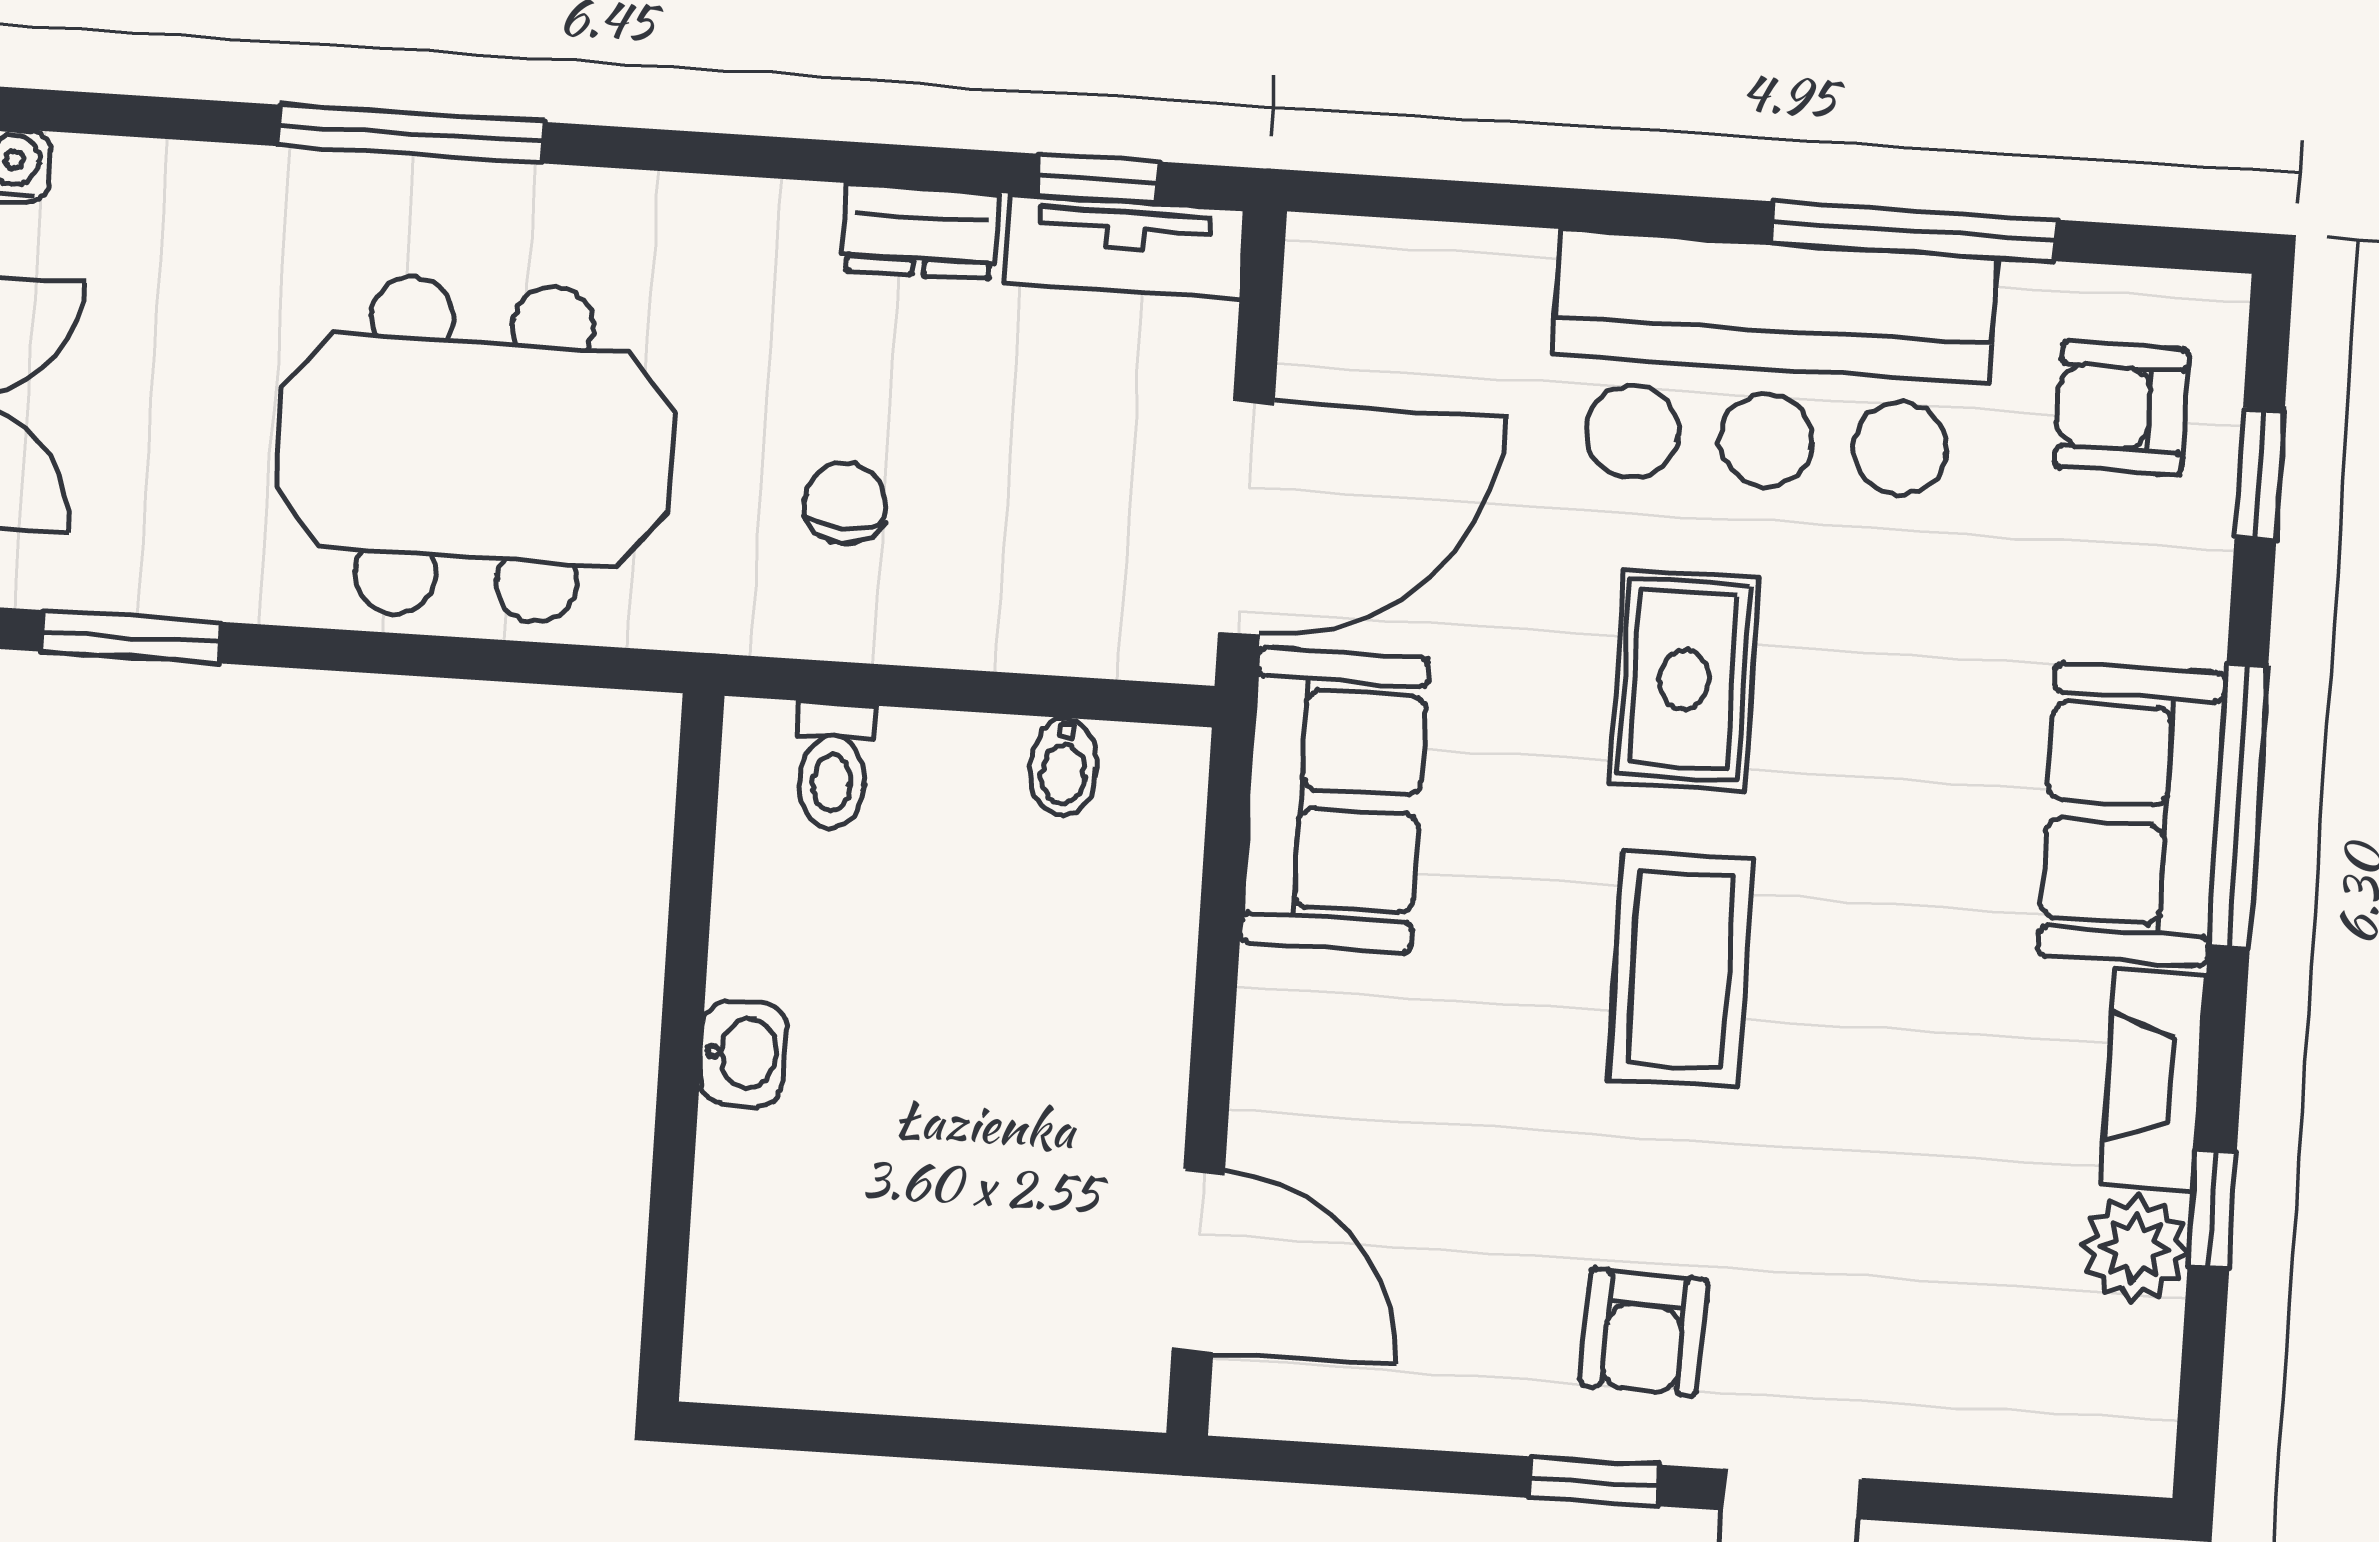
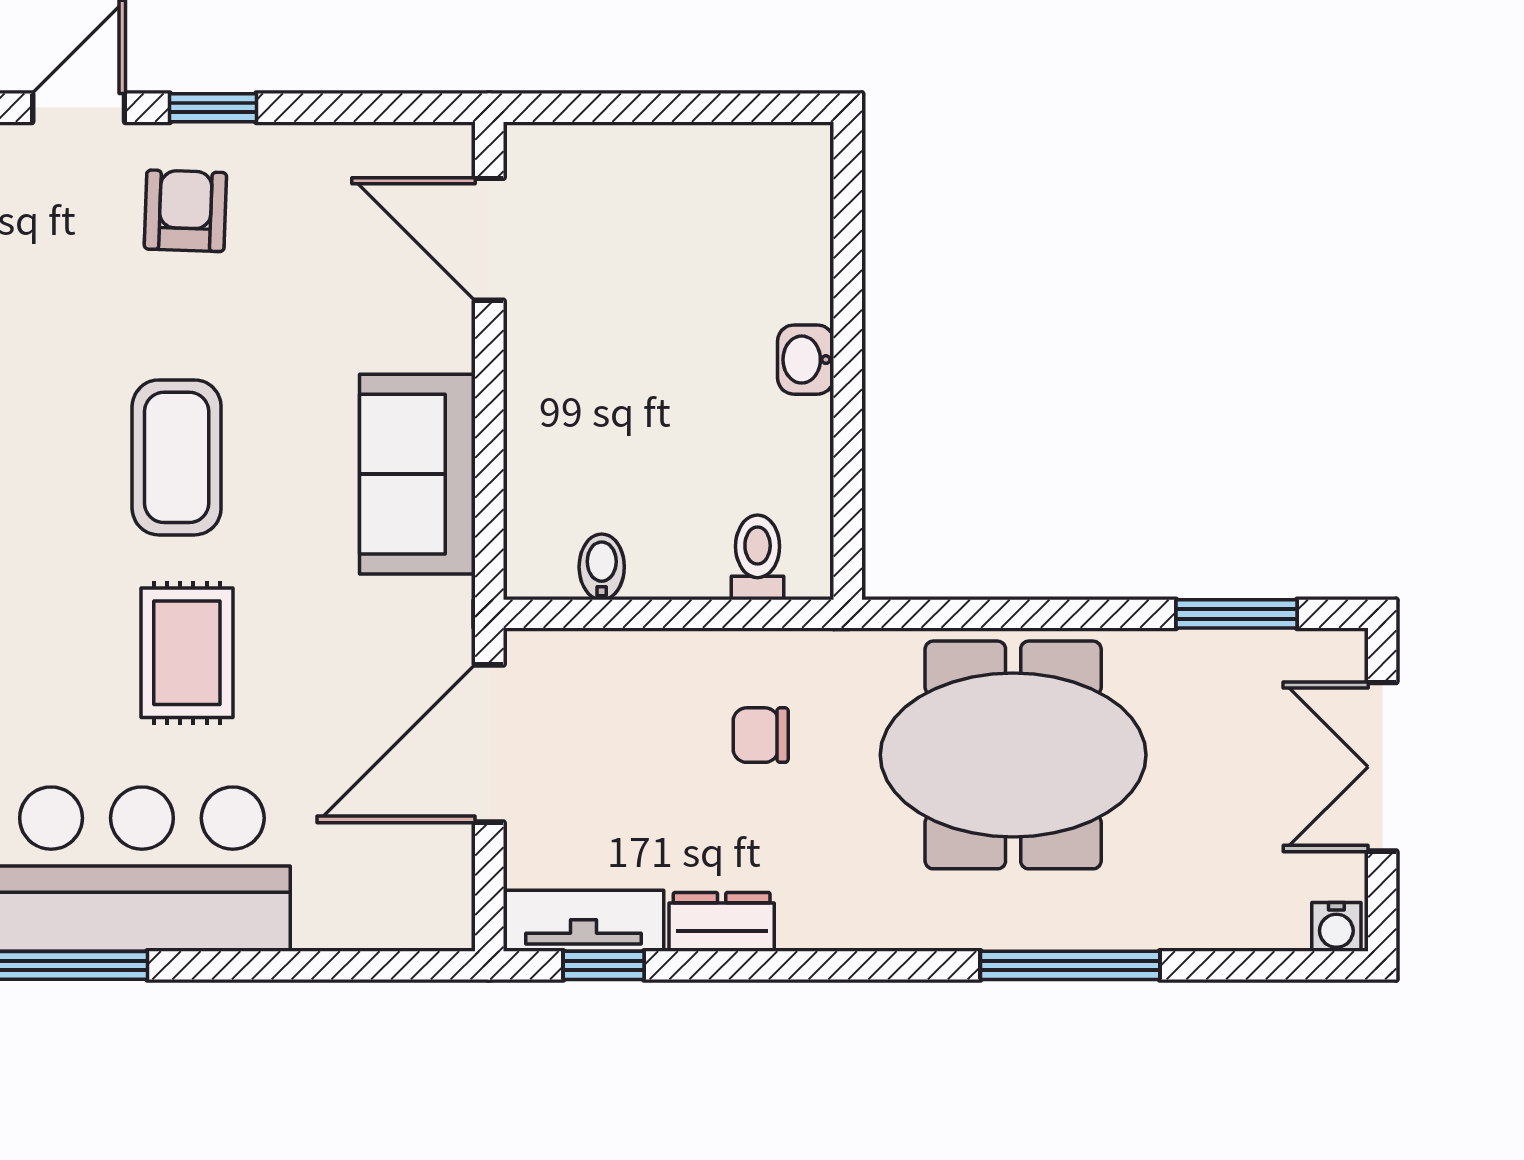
chair: (845, 503) -> (761, 735), turned 90
sofa: (1335, 800) -> (417, 474), moved

